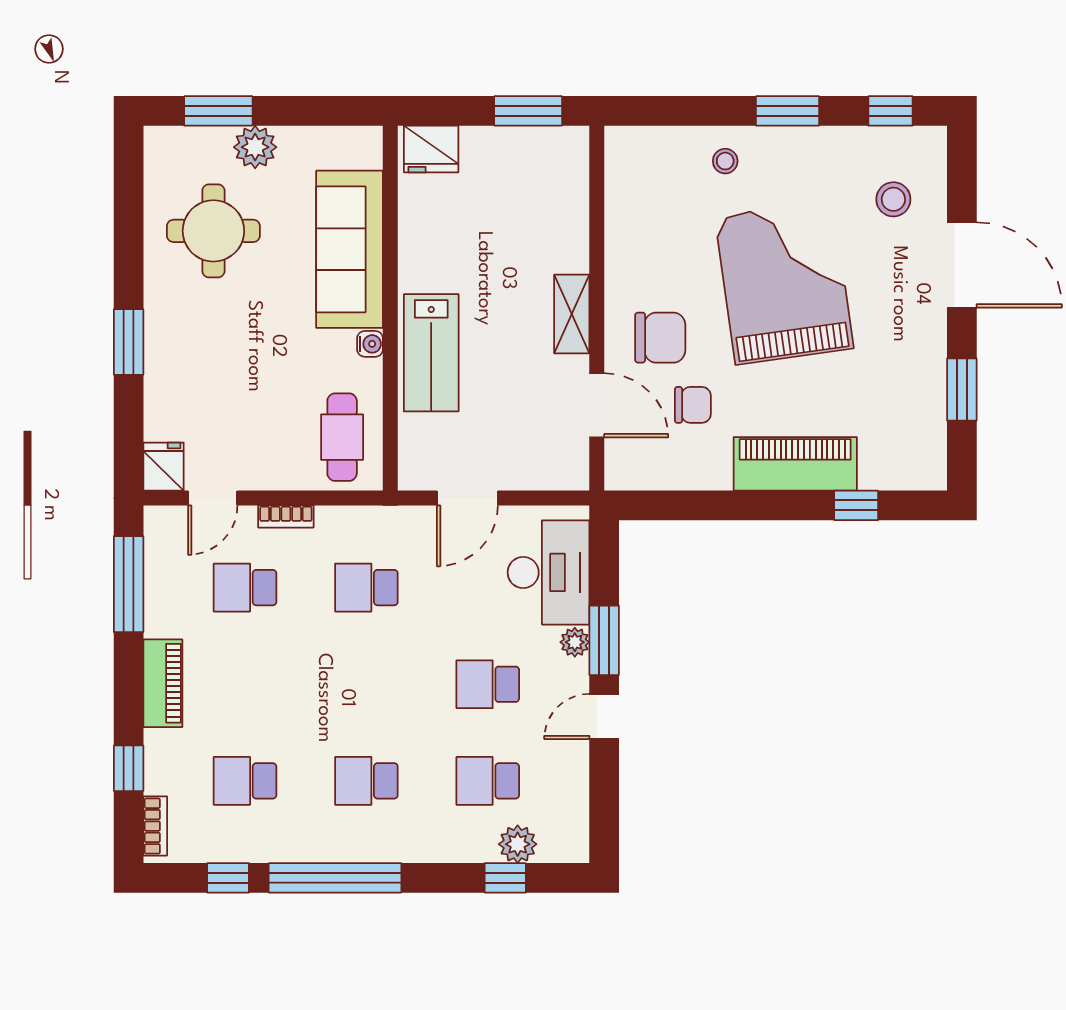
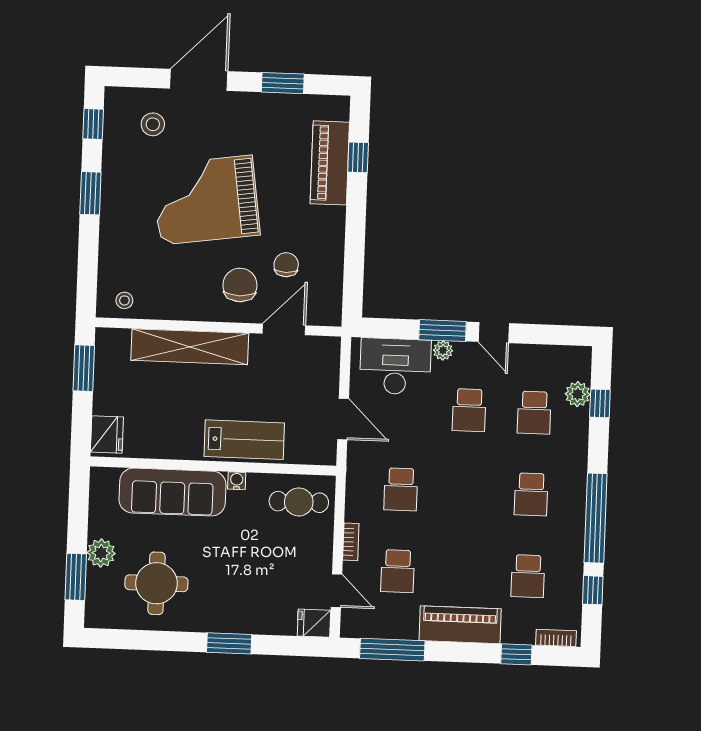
stool: (725, 161) -> (124, 300), moved
shelving: (572, 314) -> (190, 347), width x2.20, depth x1.33
piano: (795, 464) -> (330, 163), moved
piano: (163, 683) -> (460, 625), width x1.37, depth x1.33

